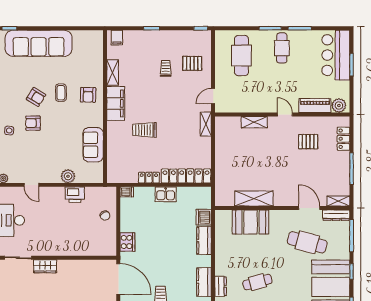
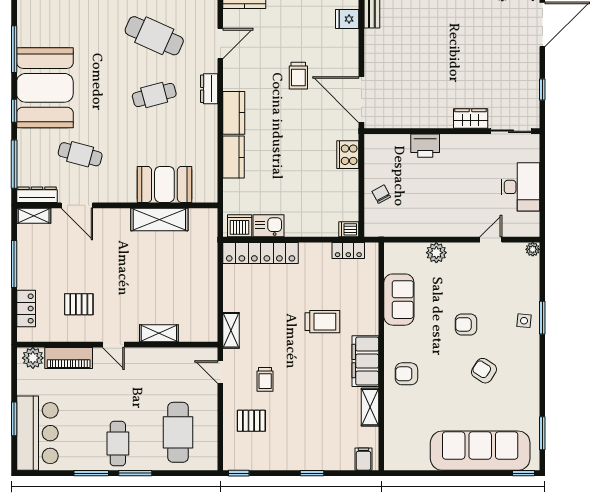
trolley: (166, 68) -> (265, 379), moved
coffee table: (61, 93) -> (447, 377), removed
armchair: (88, 95) -> (406, 374), turned -91
door: (213, 96) -> (220, 372), swing flipped
armchair: (33, 123) -> (466, 324), moved, turned 180
locker: (149, 178) -> (348, 251), moved
door: (31, 185) -> (491, 240), hinge flipped
kitchen sink: (166, 194) -> (268, 226), moved
printer: (75, 195) -> (425, 146), moved, turned 180
dishwasher: (204, 217) -> (240, 226), moved, turned -90
cafe table: (307, 242) -> (80, 154), width x0.73, depth x0.74
kitchen counter: (204, 282) -> (234, 113), moved

